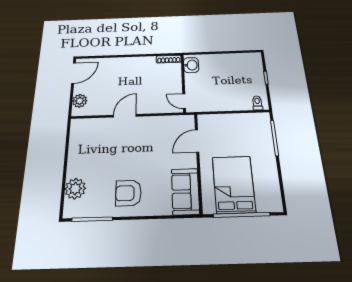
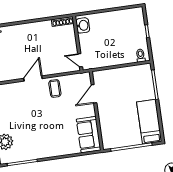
coffee table: (150, 130) -> (55, 88), added
bed: (234, 184) -> (149, 122), moved, width x0.67
armchair: (128, 193) -> (46, 141), removed

